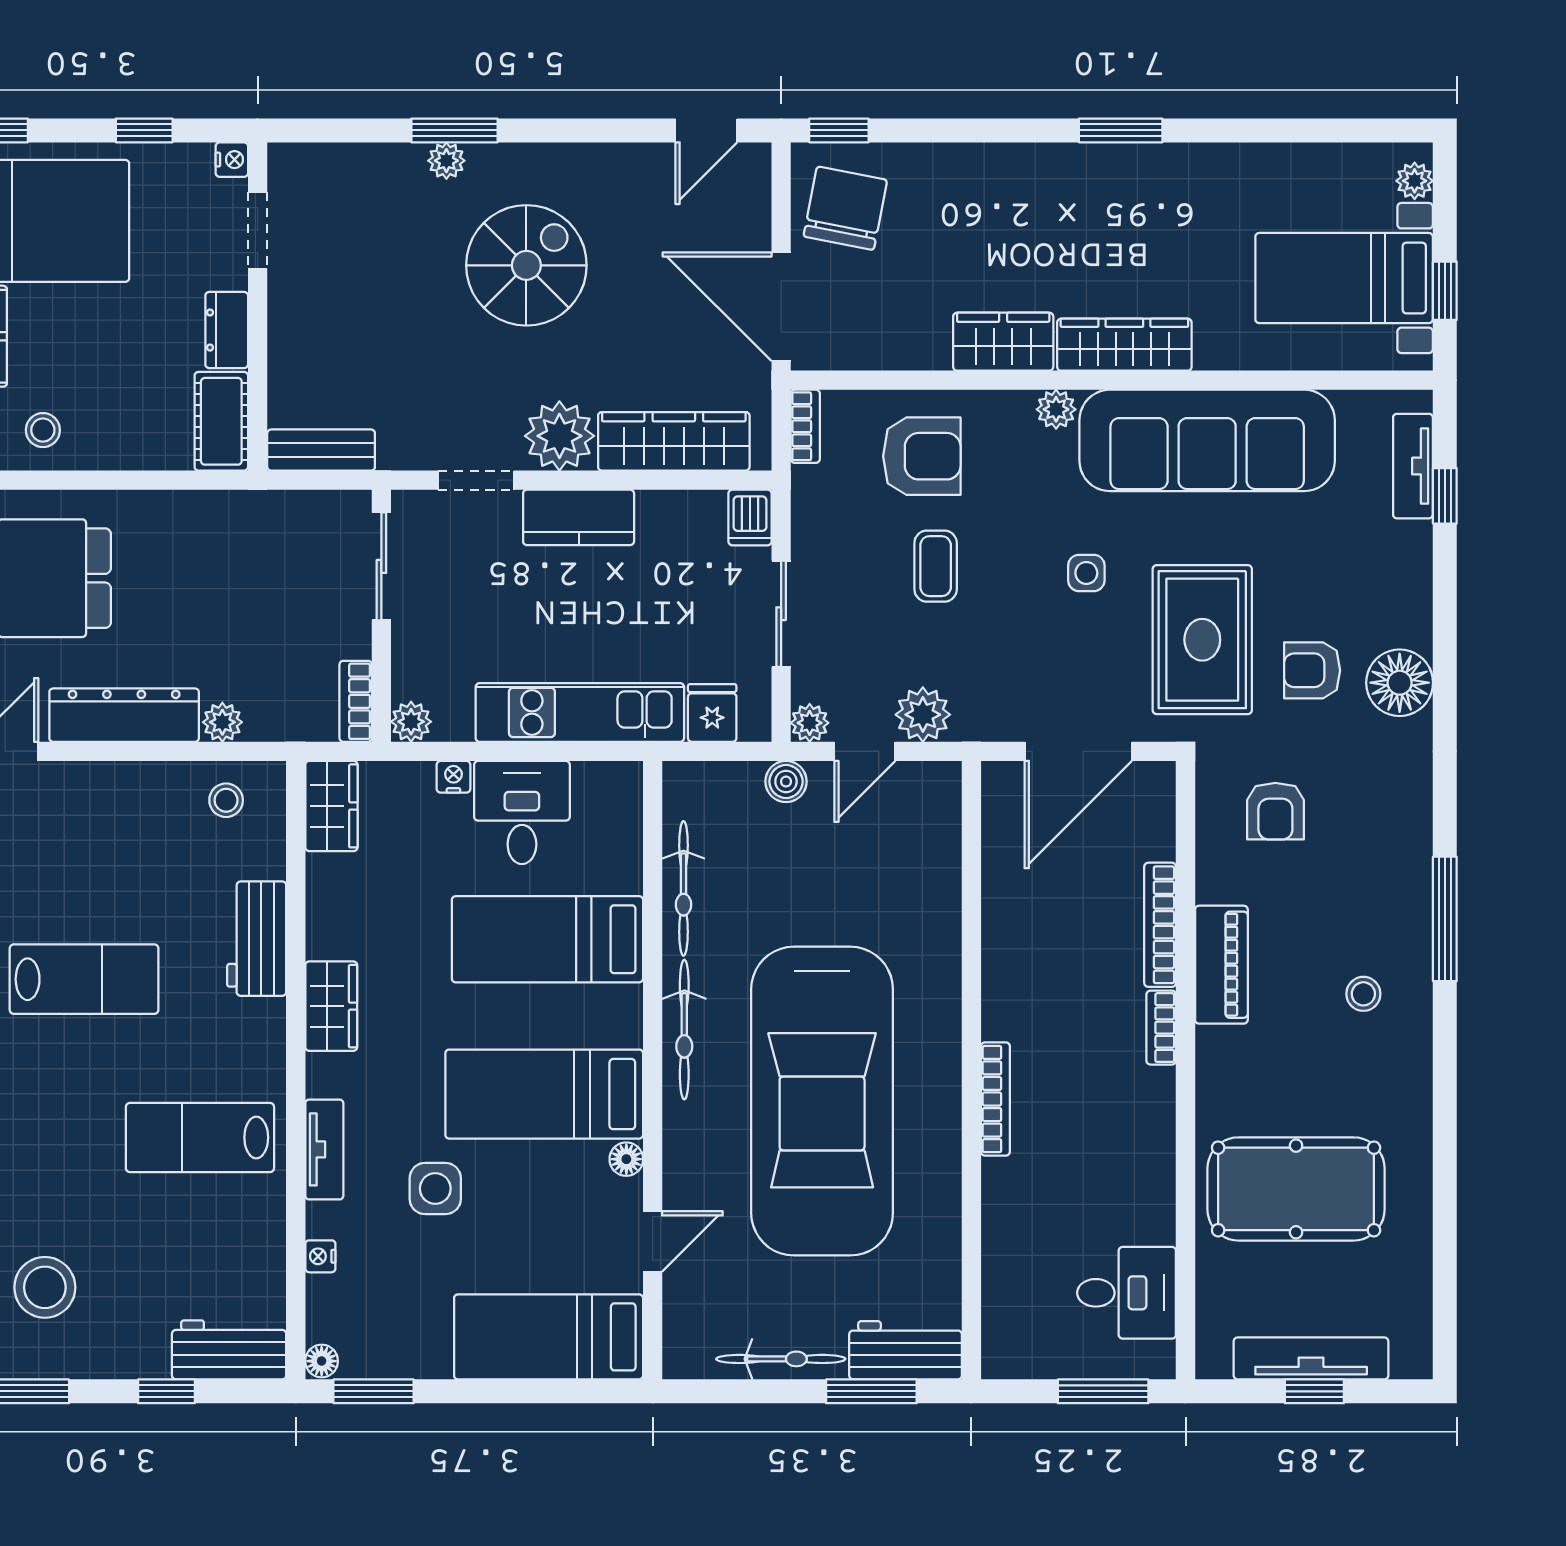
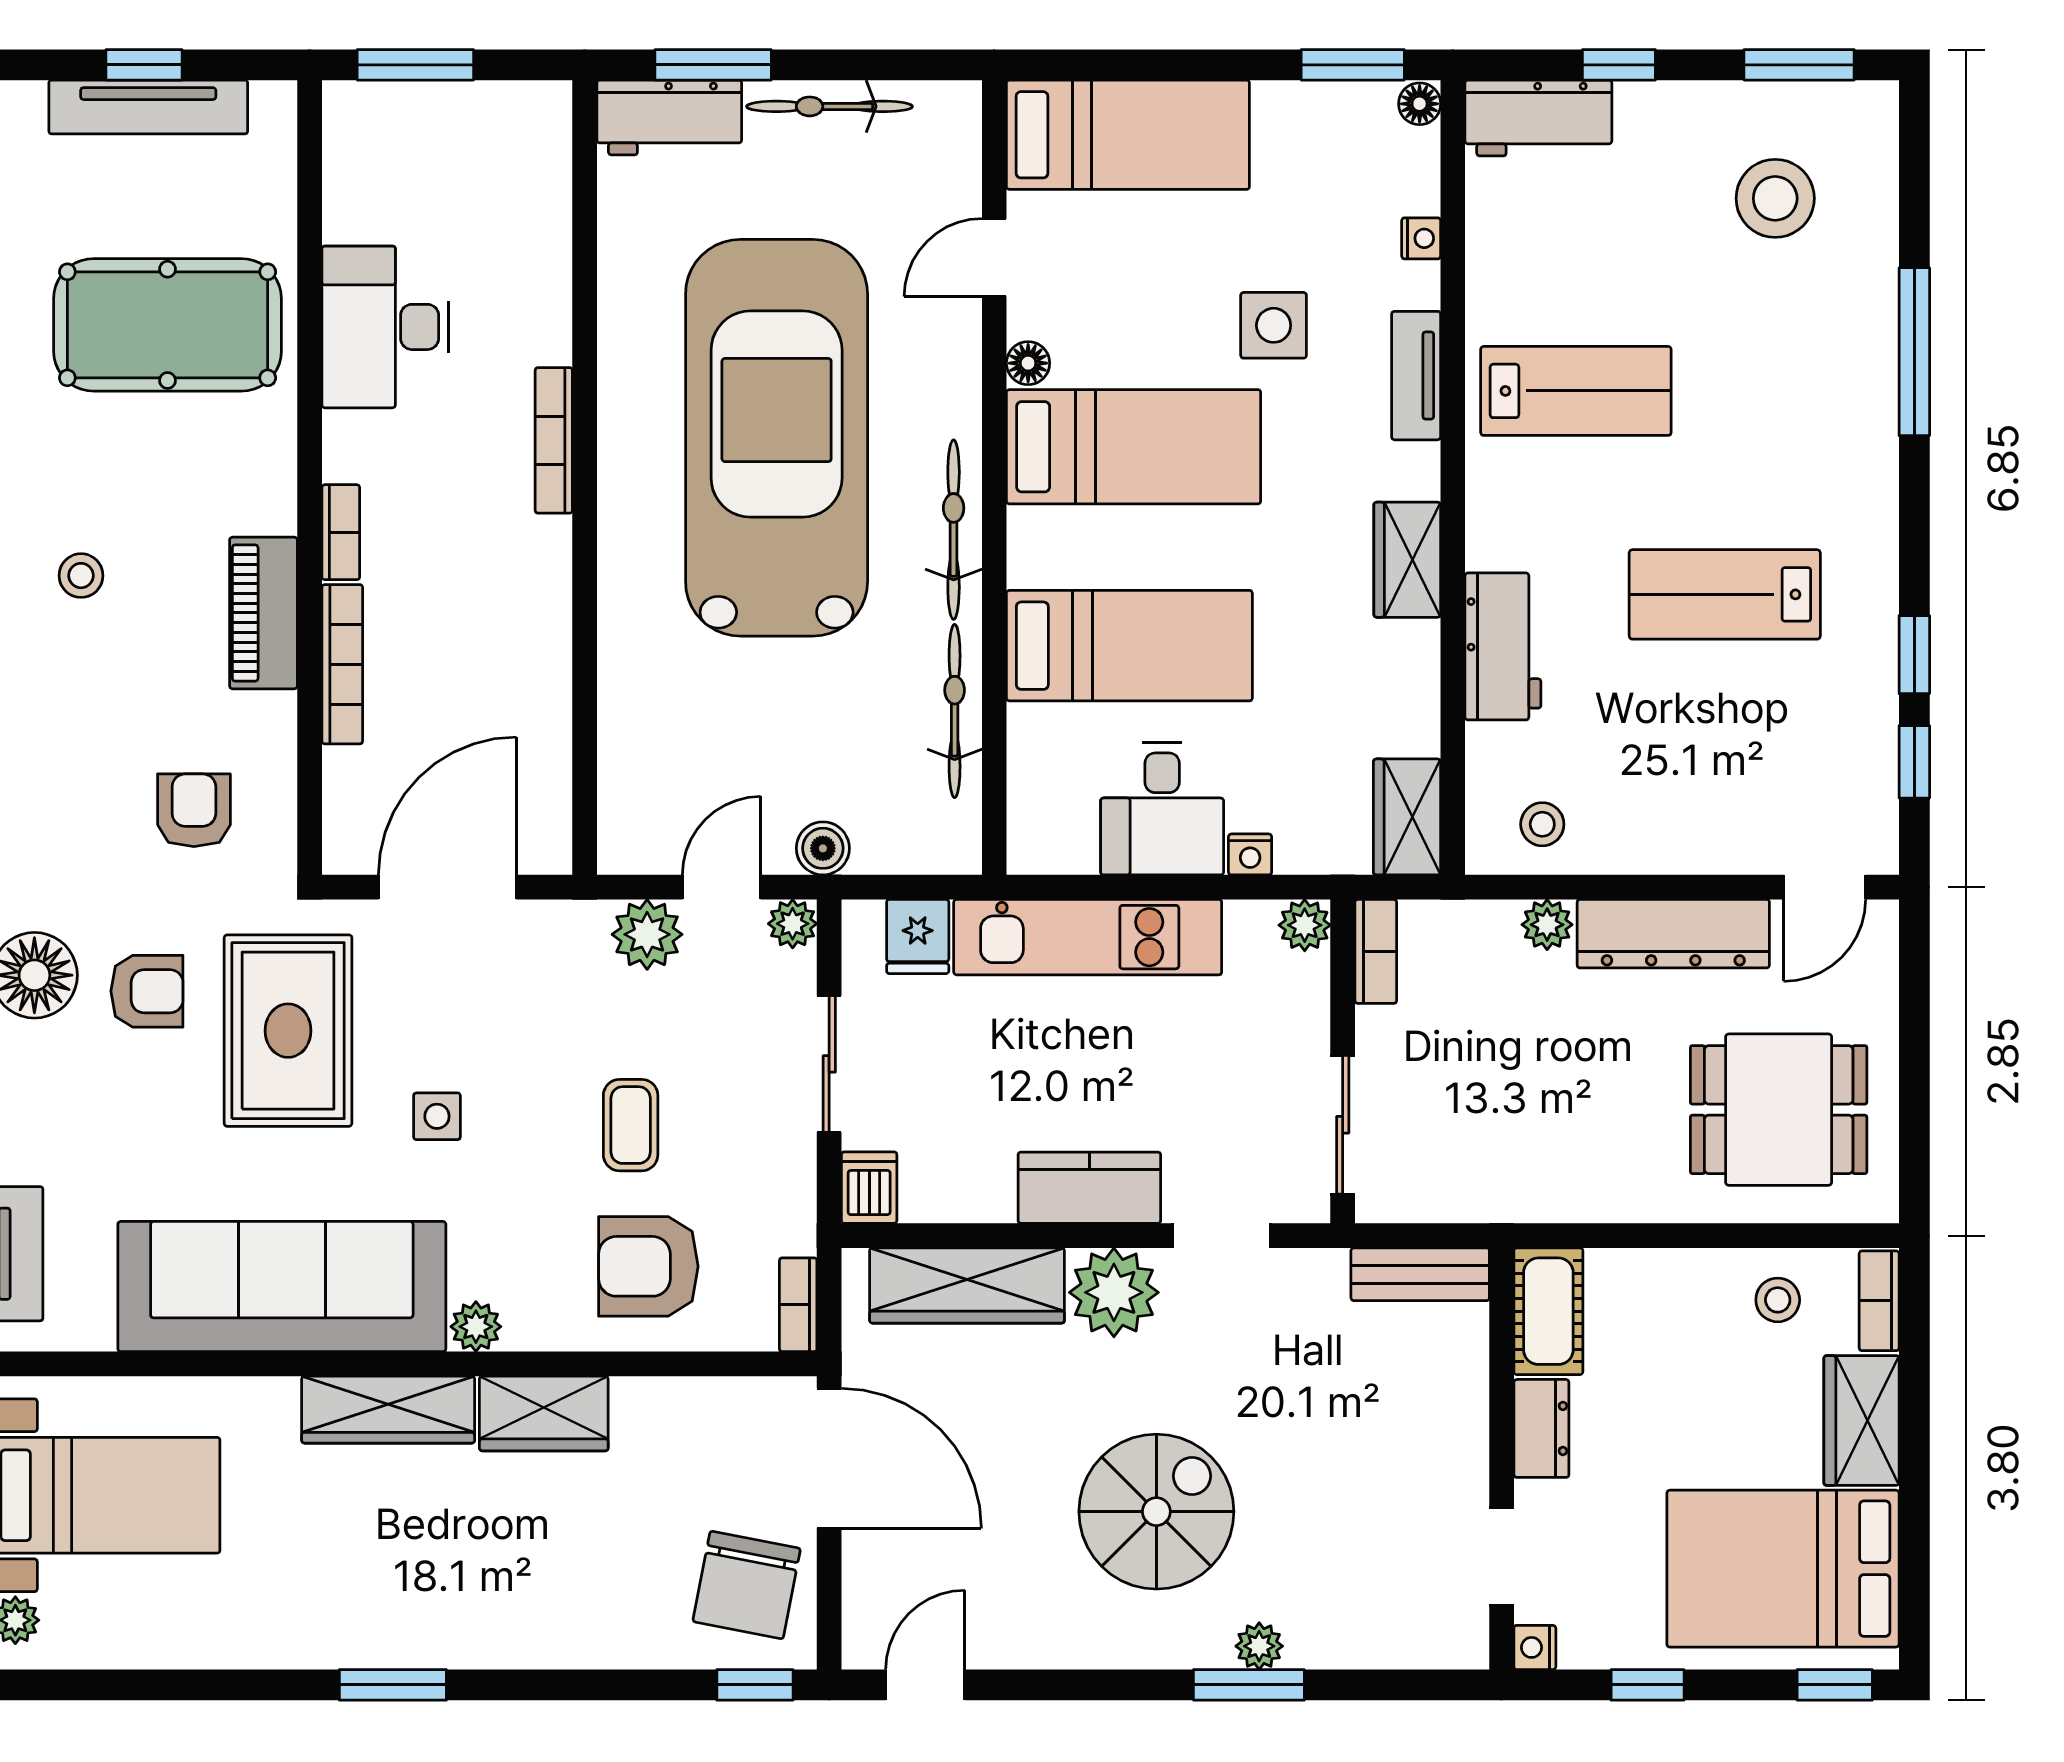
spiral stairs: (526, 265) -> (1156, 1512), turned 180
desk: (1127, 1293) -> (385, 327), moved, width x1.37

